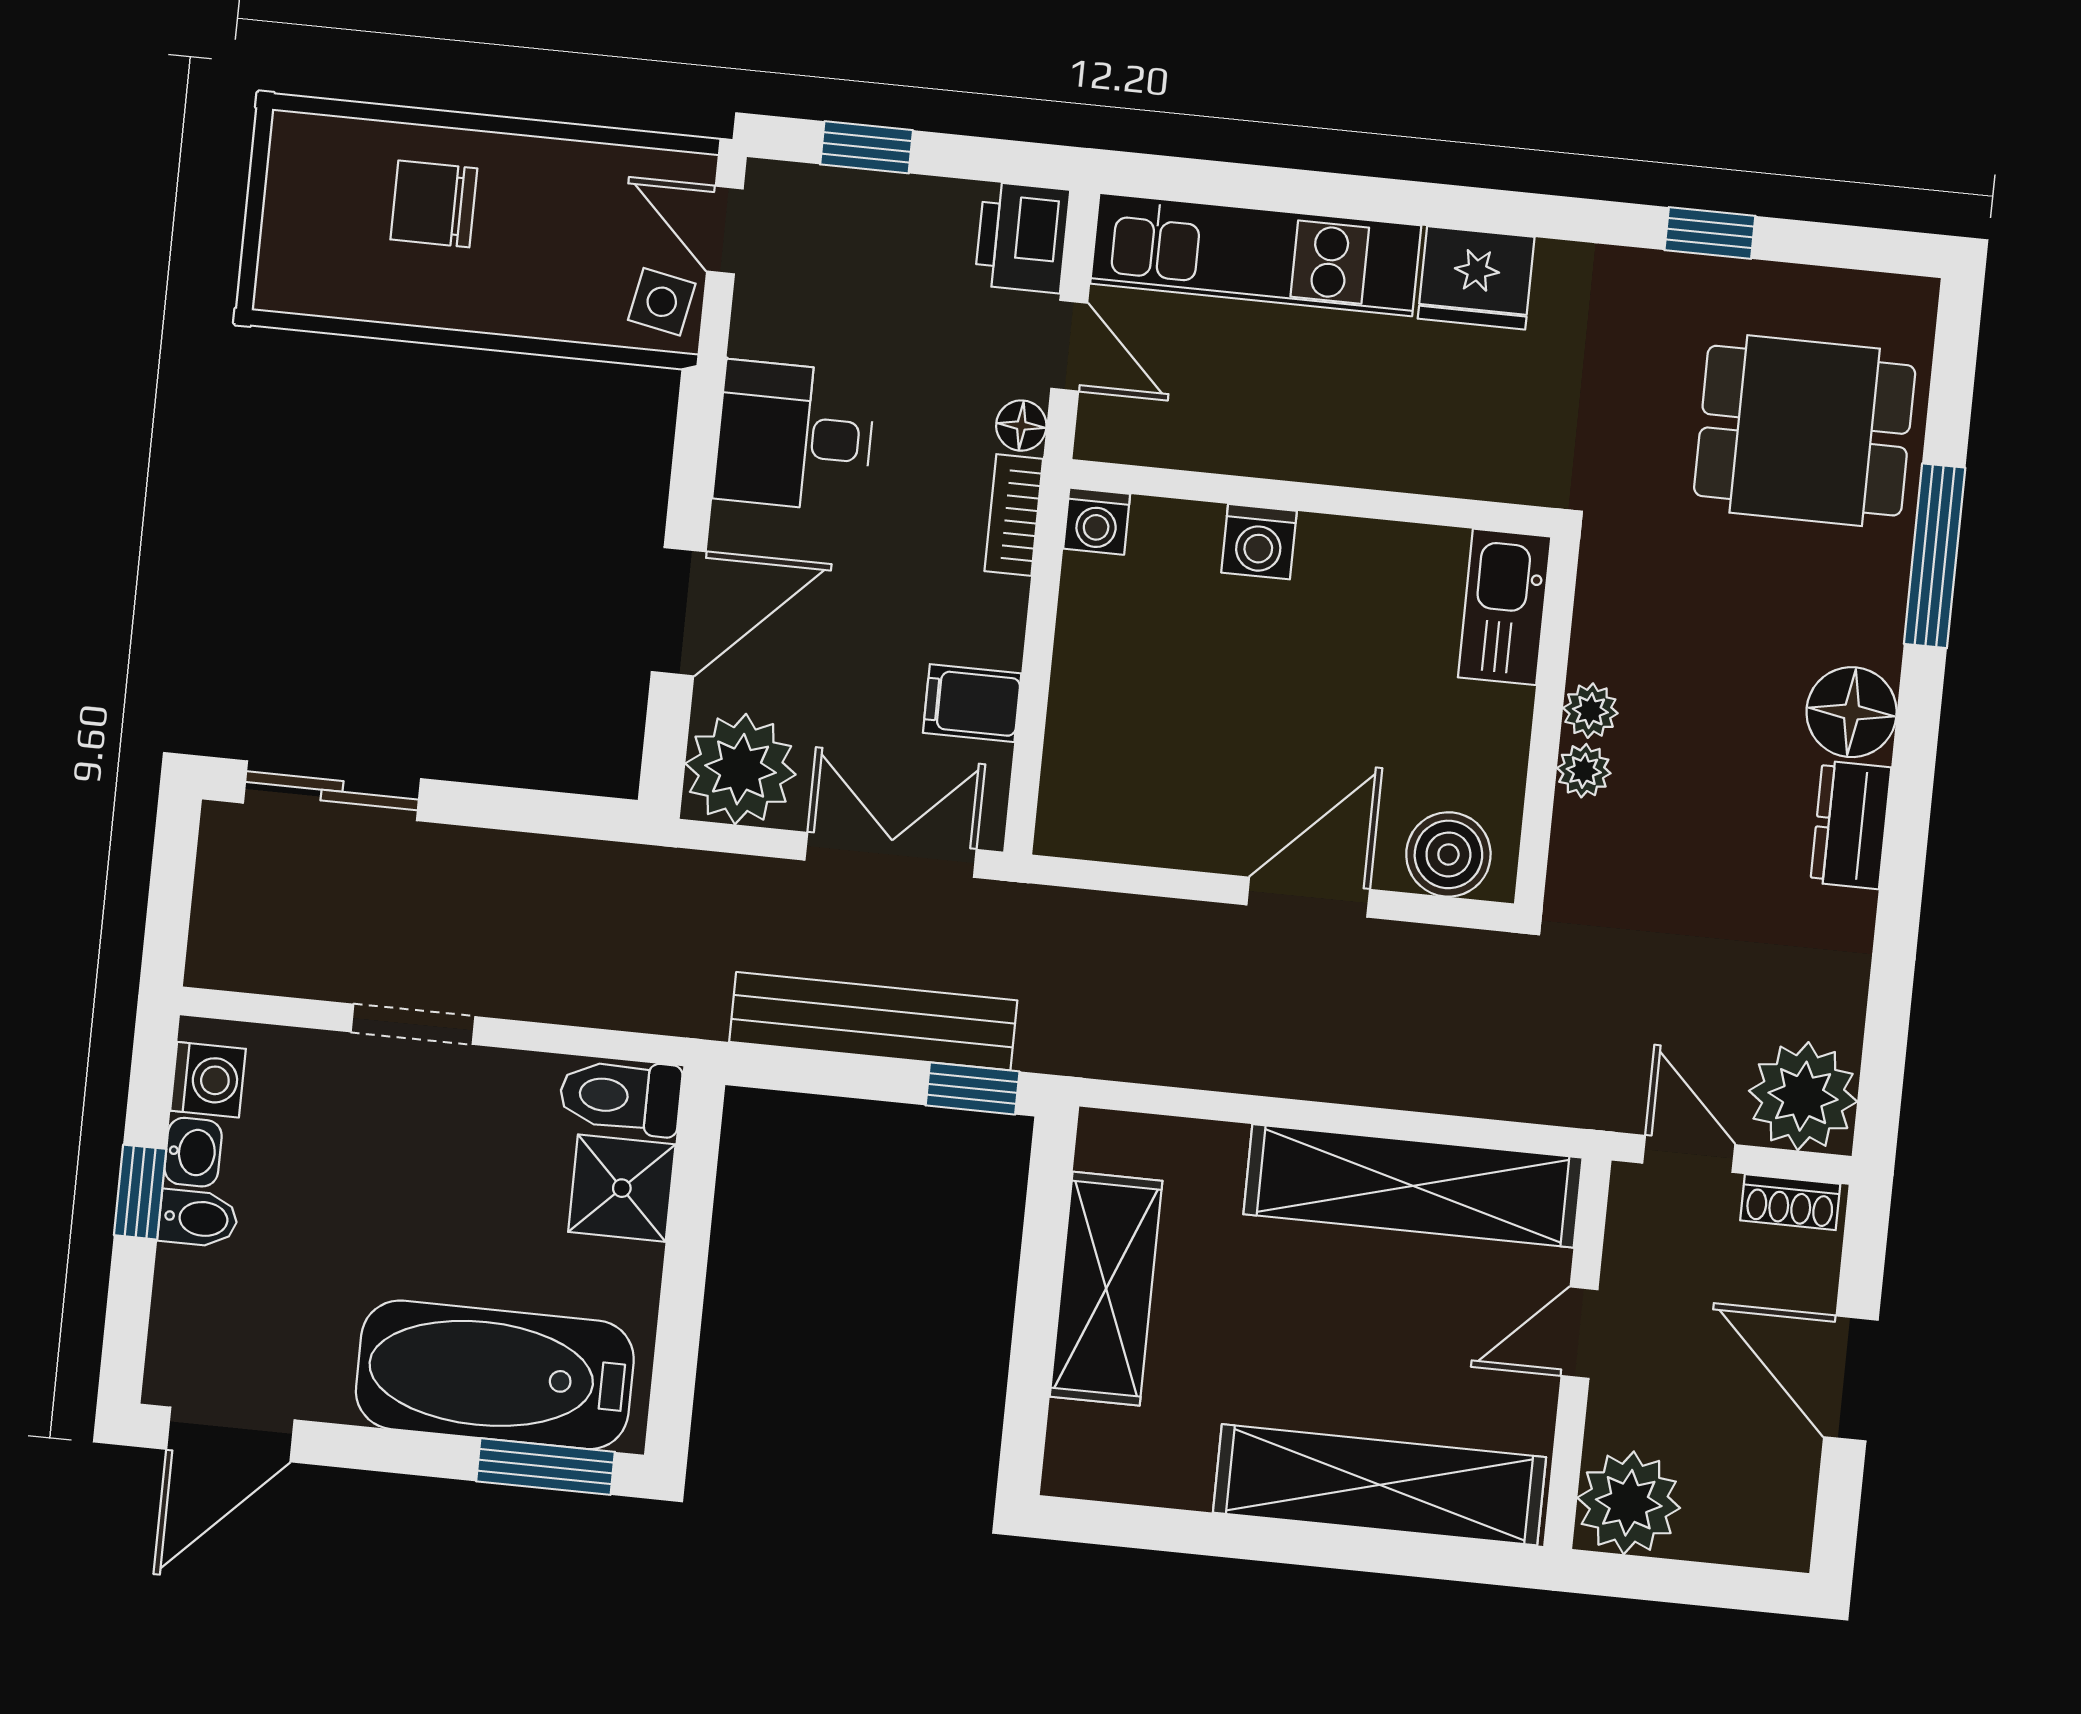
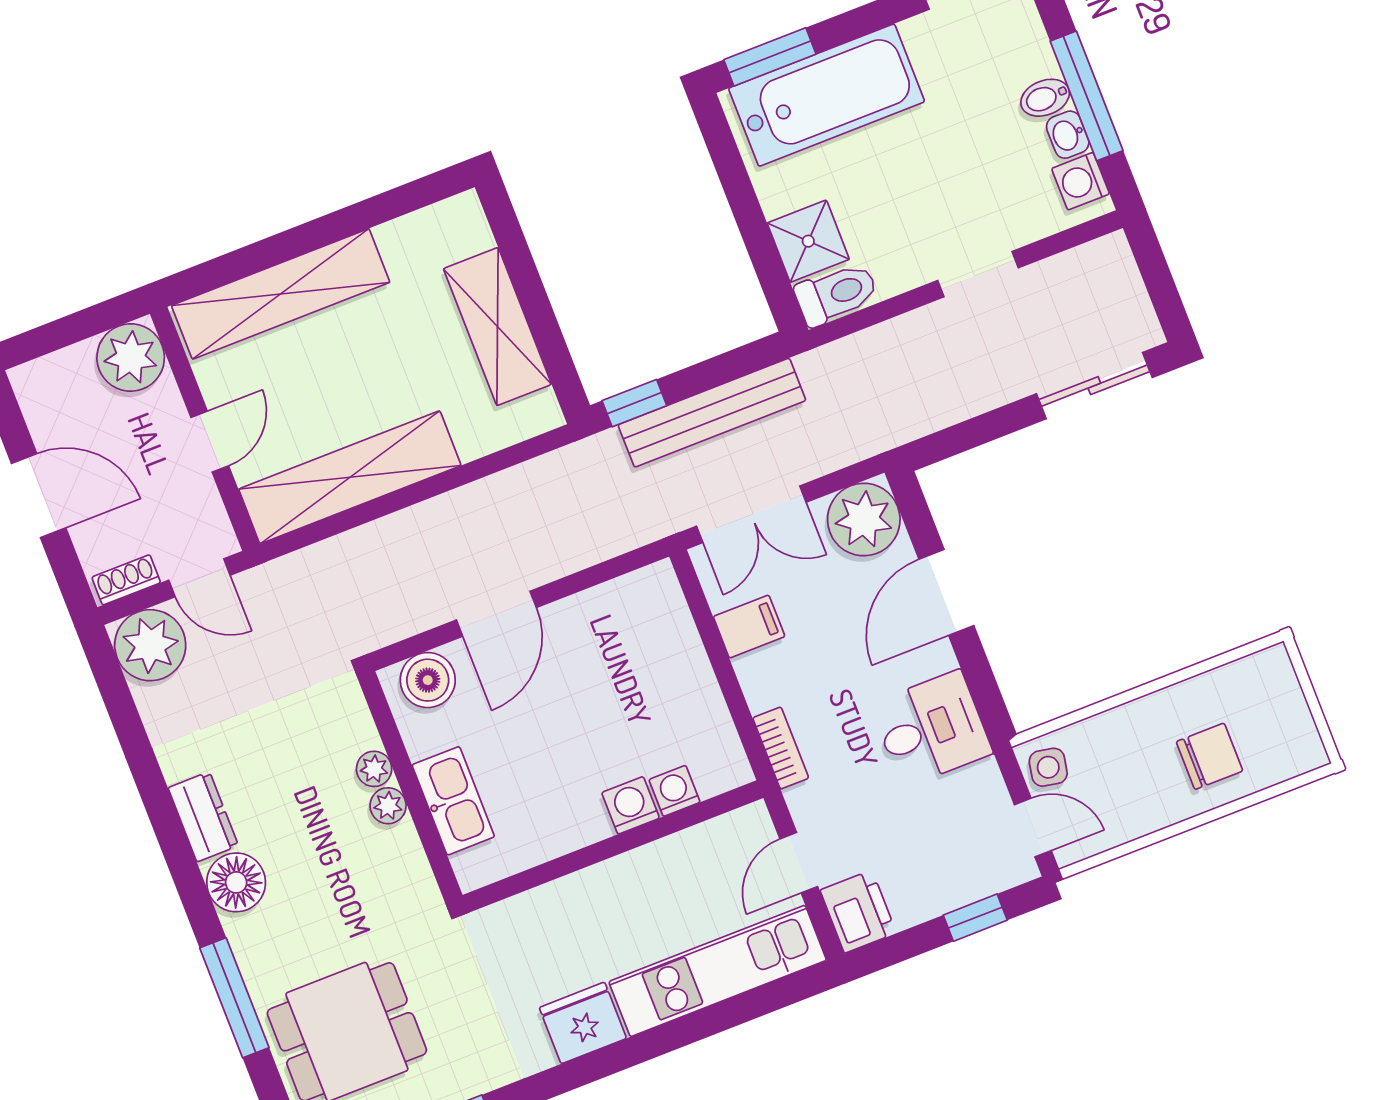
door: (1069, 346) -> (799, 863), hinge flipped
floor lamp: (1021, 426) -> (803, 802), removed
washing machine: (1097, 521) -> (675, 791), moved
kitchen sink: (1505, 607) -> (453, 801), moved
window: (140, 1192) -> (1087, 96), width x2.17

